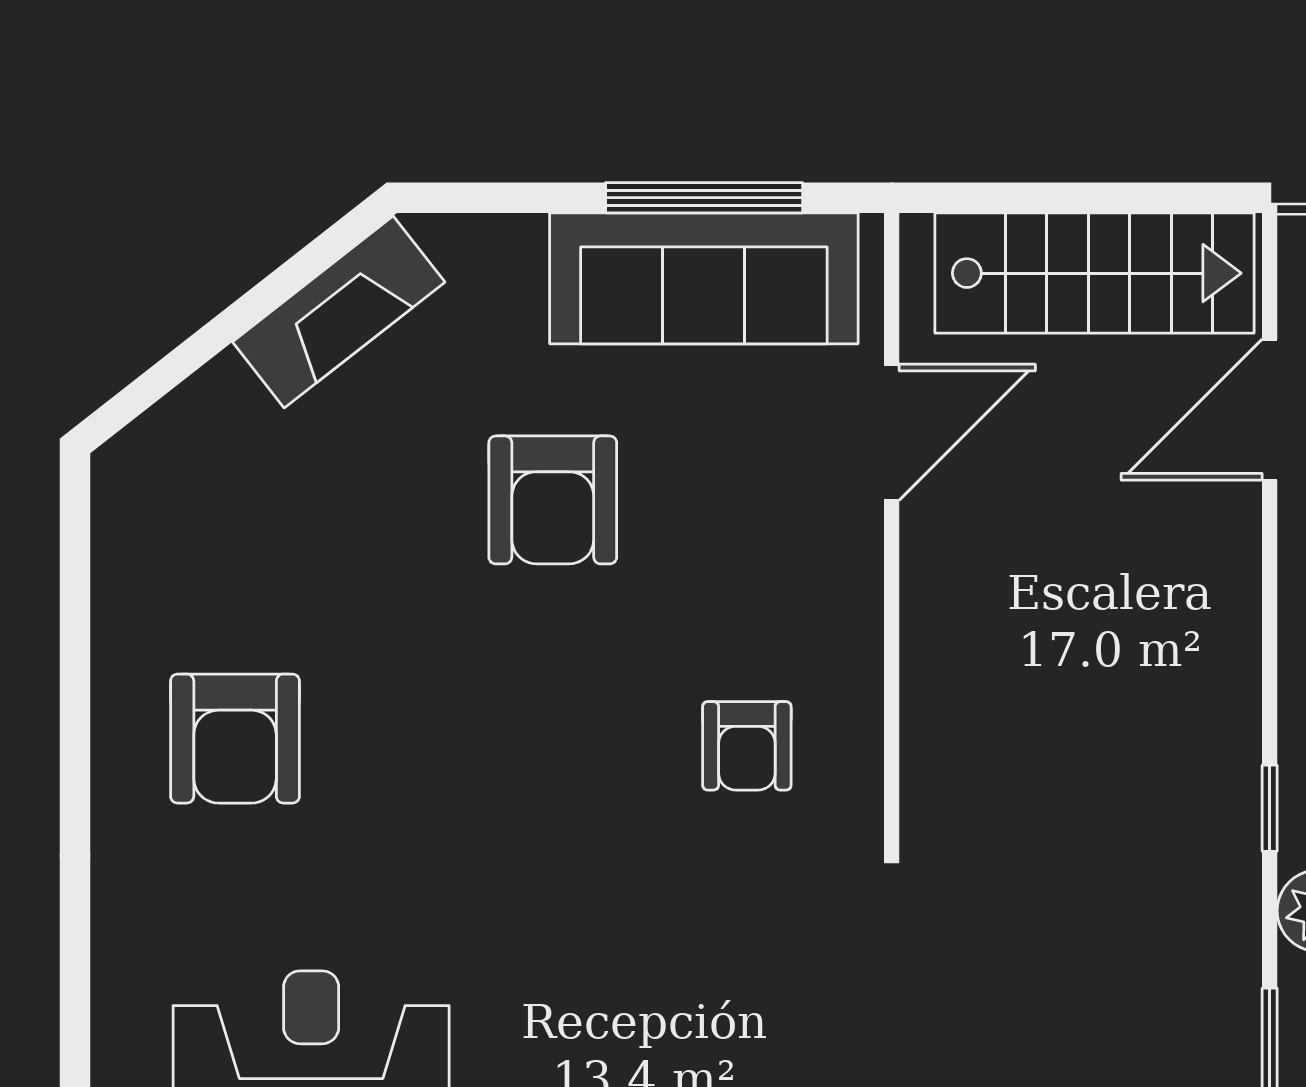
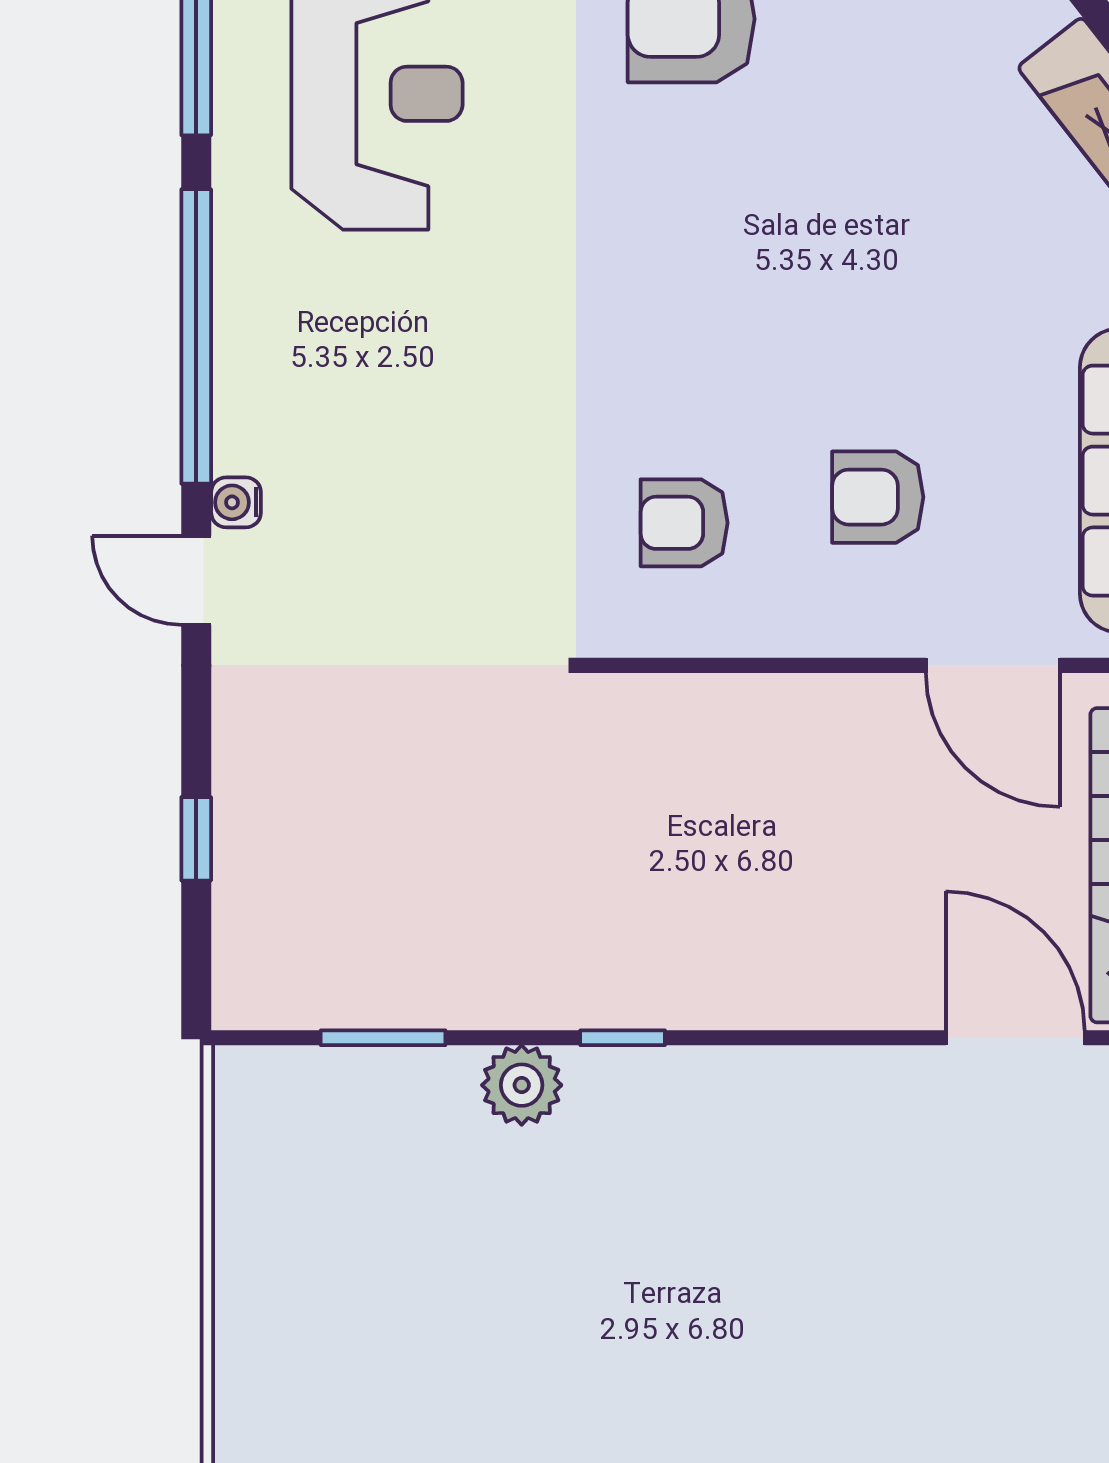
armchair: (553, 500) -> (878, 497), moved, width x0.72, depth x0.72

